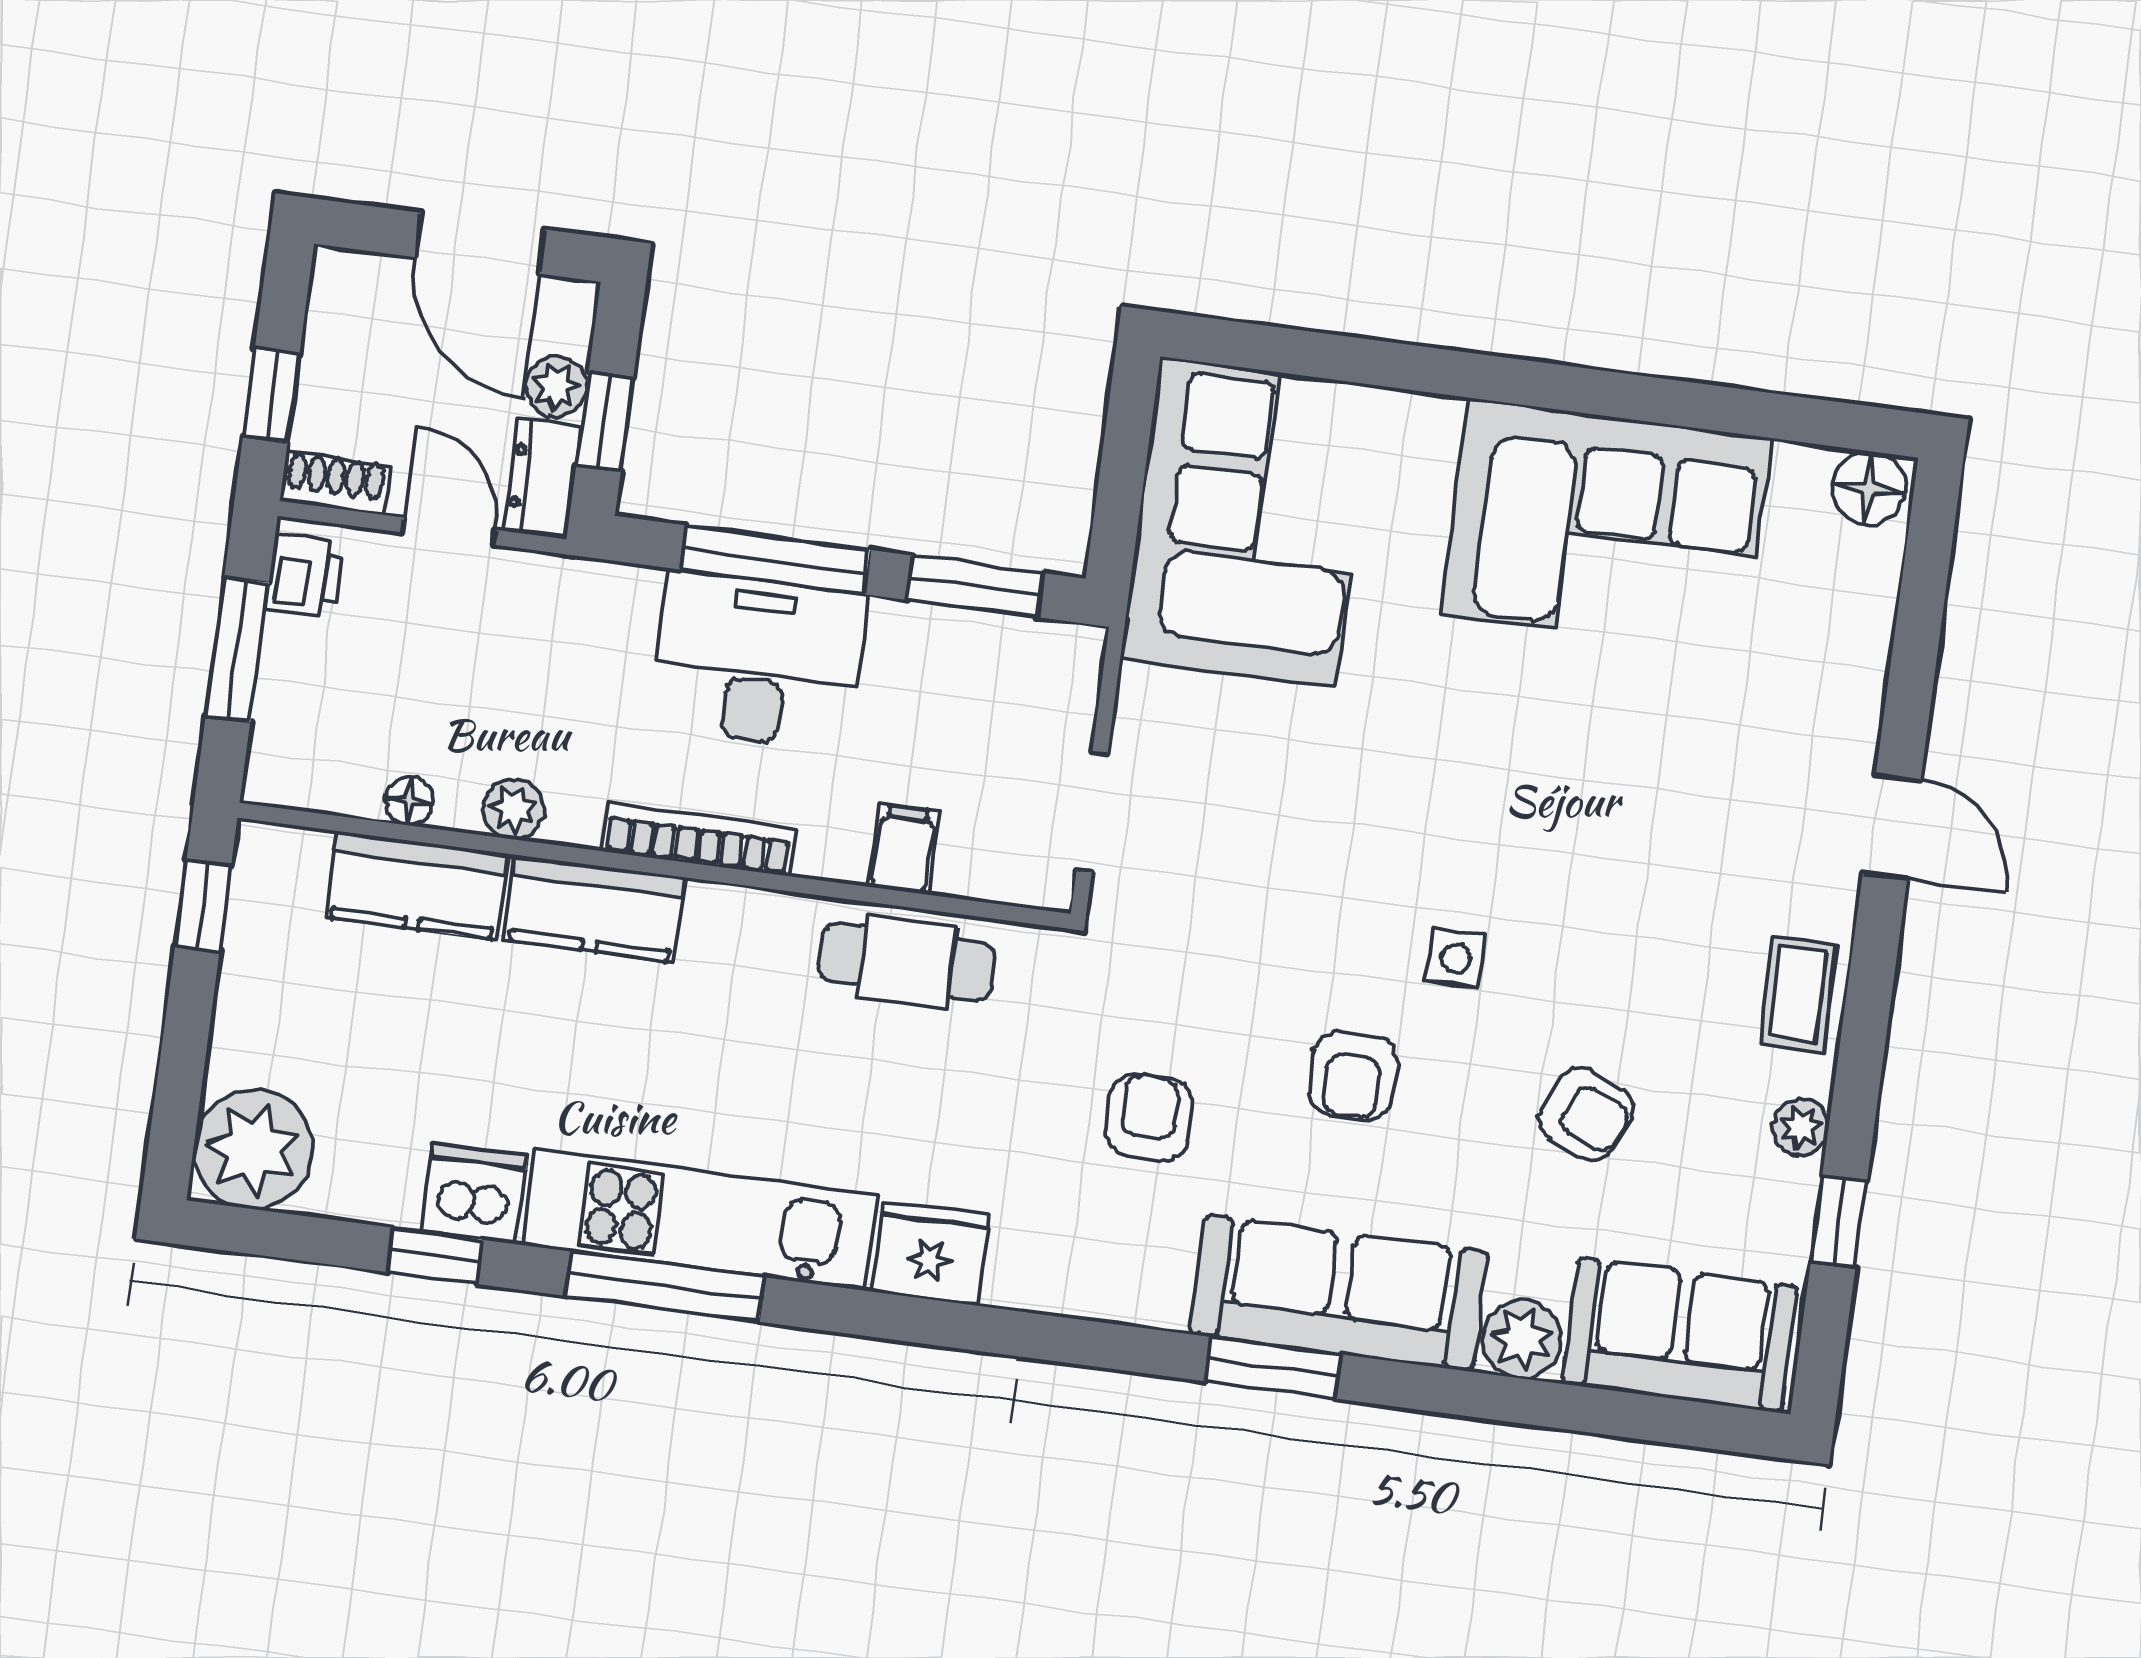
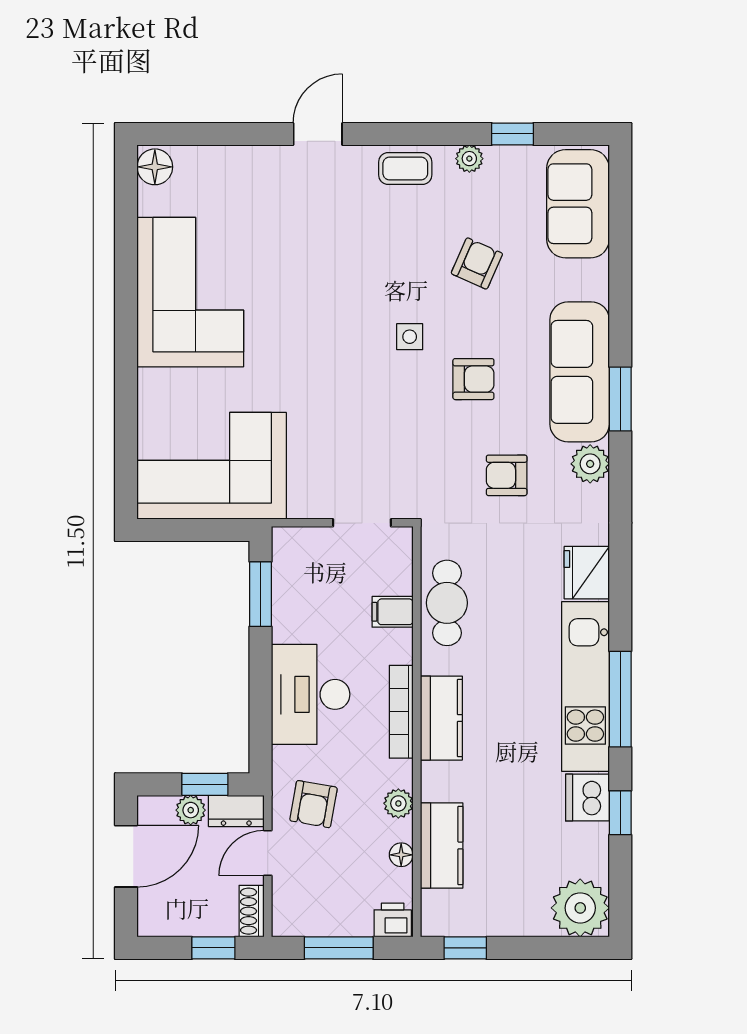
window: (775, 560) -> (260, 693), removed
printer: (305, 576) -> (393, 920), moved
armchair: (535, 637) -> (314, 804), added
kitchen counter: (594, 908) -> (441, 718), moved
plant: (1522, 1339) -> (590, 464), moved

